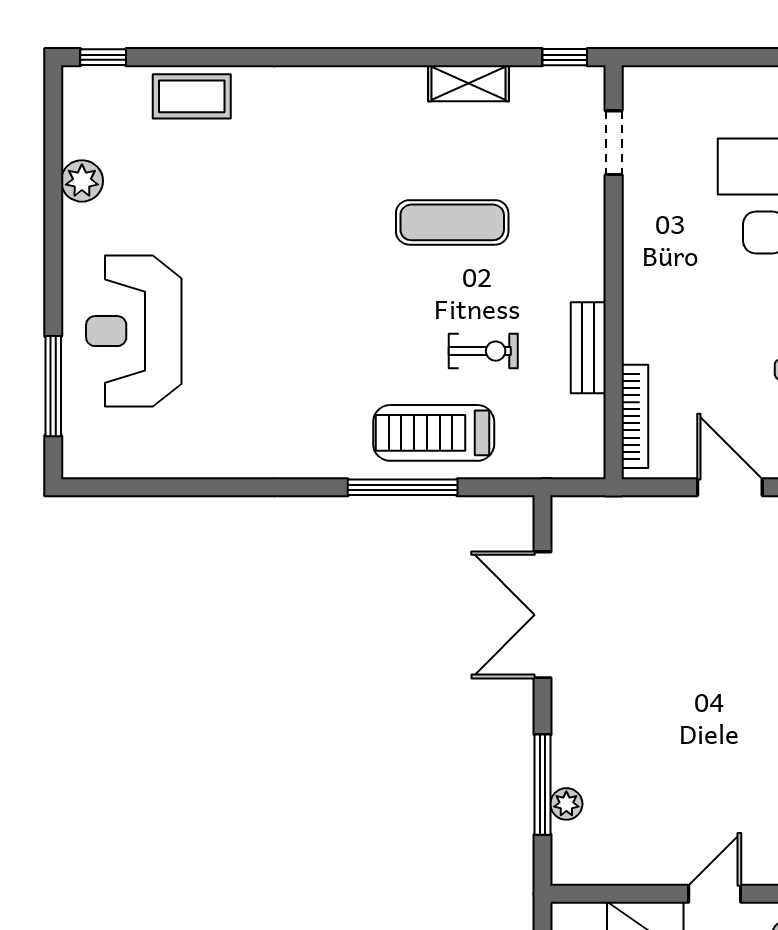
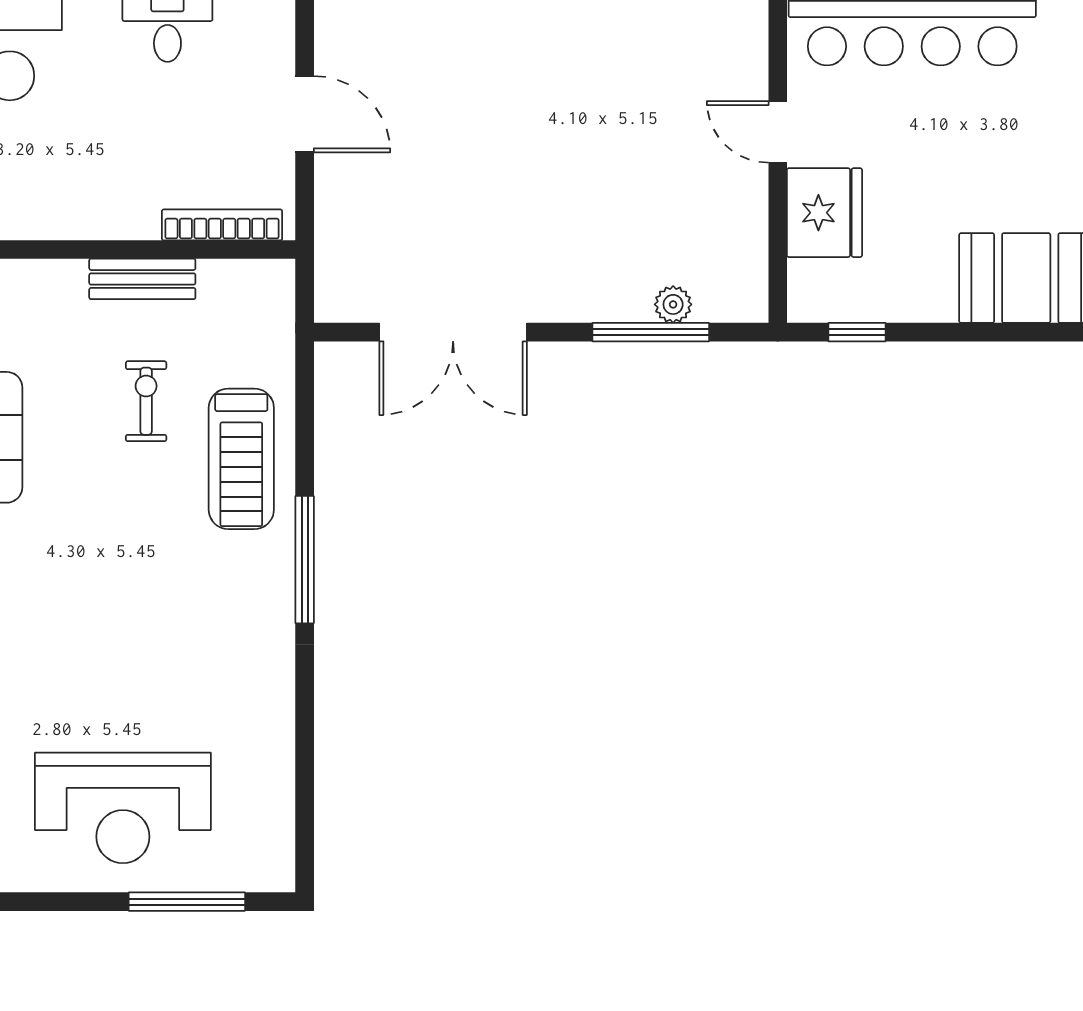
window: (403, 487) -> (305, 560), moved
door: (730, 487) -> (305, 114), swing flipped

